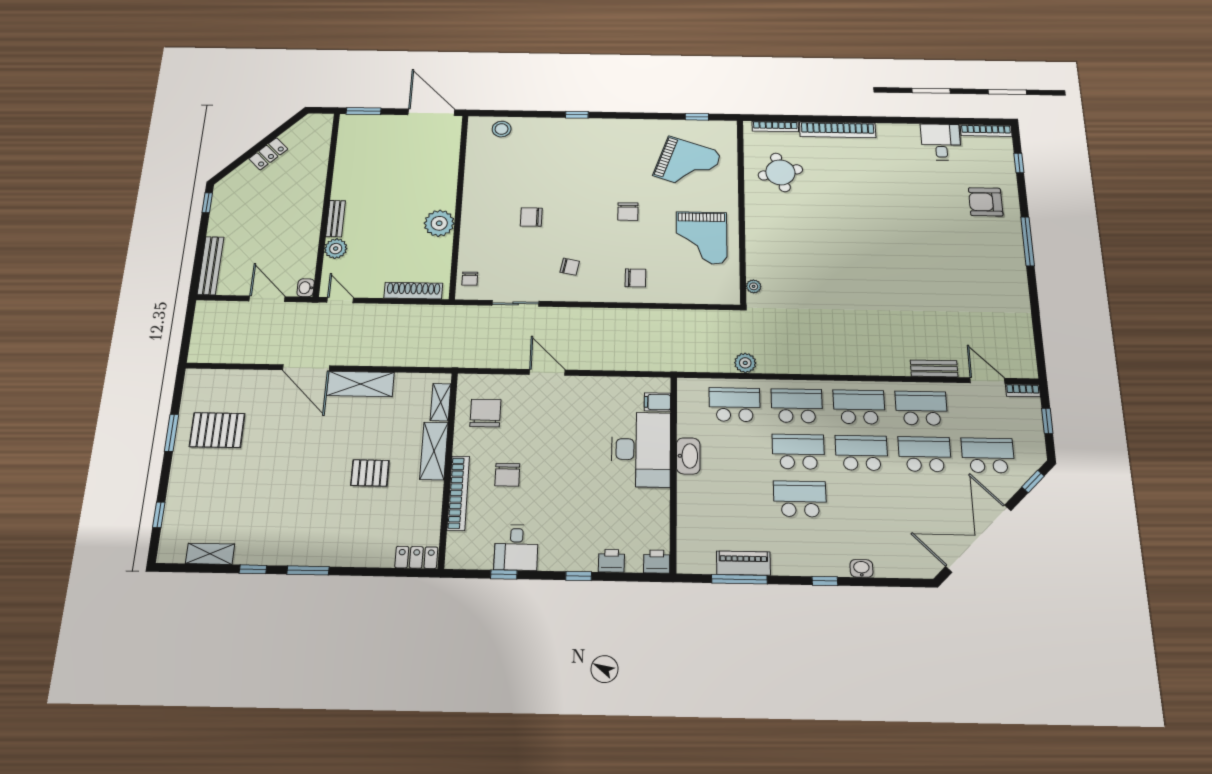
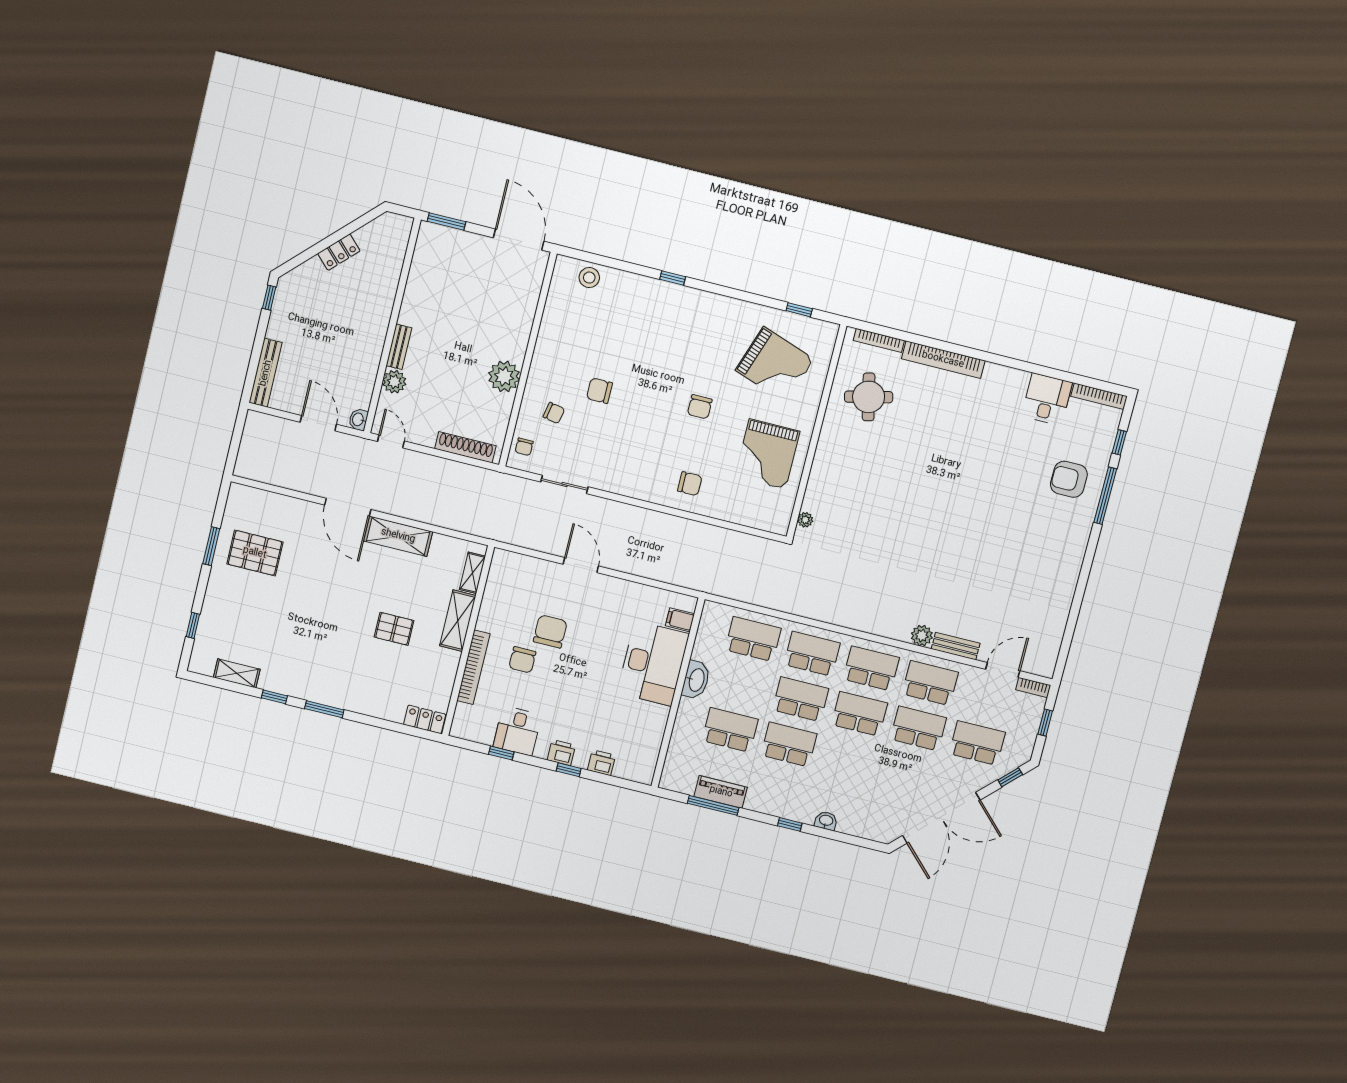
window: (1027, 241) -> (1105, 496), moved
chair: (570, 267) -> (554, 413), moved
plant: (745, 363) -> (922, 636), moved
door: (987, 381) -> (1003, 670), hinge flipped
chair: (485, 413) -> (550, 631), moved
school desk: (736, 498) -> (730, 730), added
double door: (979, 538) -> (941, 818), swing flipped
printer: (657, 562) -> (561, 753), moved

